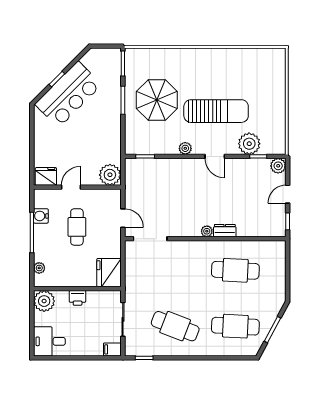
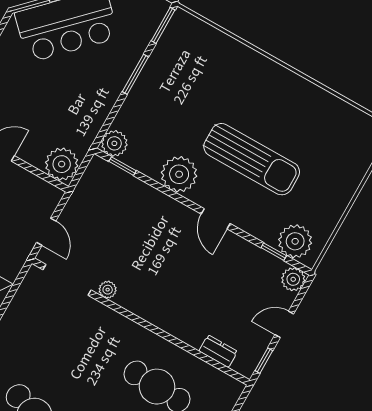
parasol: (157, 100) -> (181, 100), removed
plant: (249, 144) -> (295, 241), moved
plant: (133, 146) -> (114, 143), added
plant: (185, 148) -> (179, 174), width x1.88, depth x1.88
plant: (207, 231) -> (108, 290), moved
dresser: (225, 231) -> (218, 351), moved

